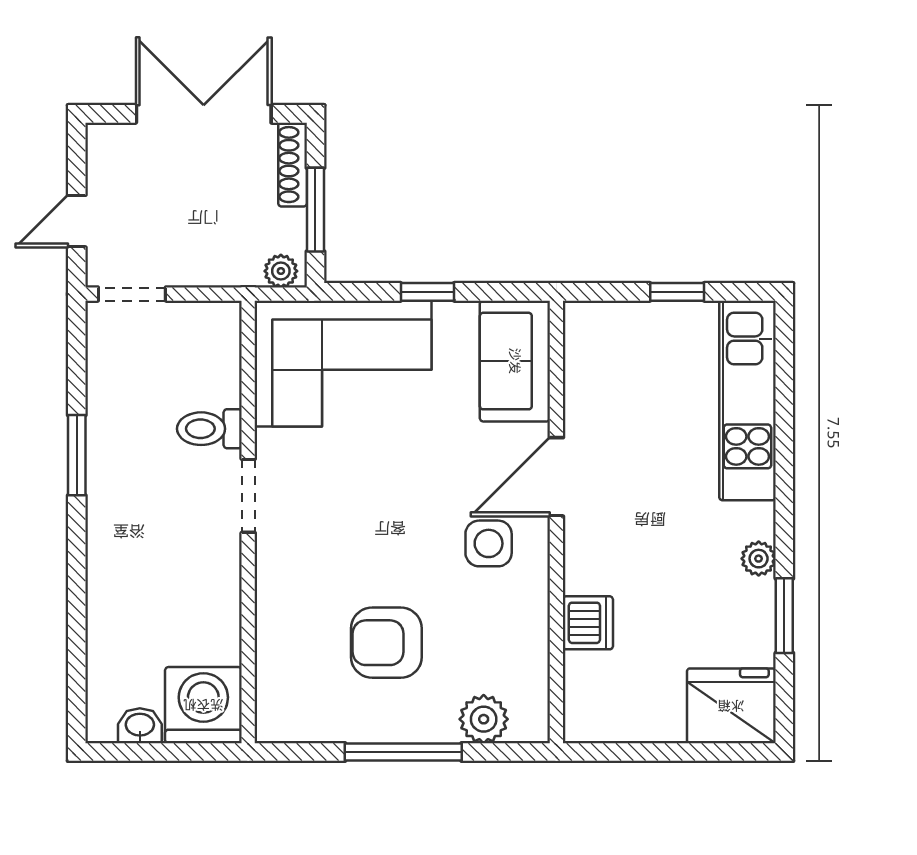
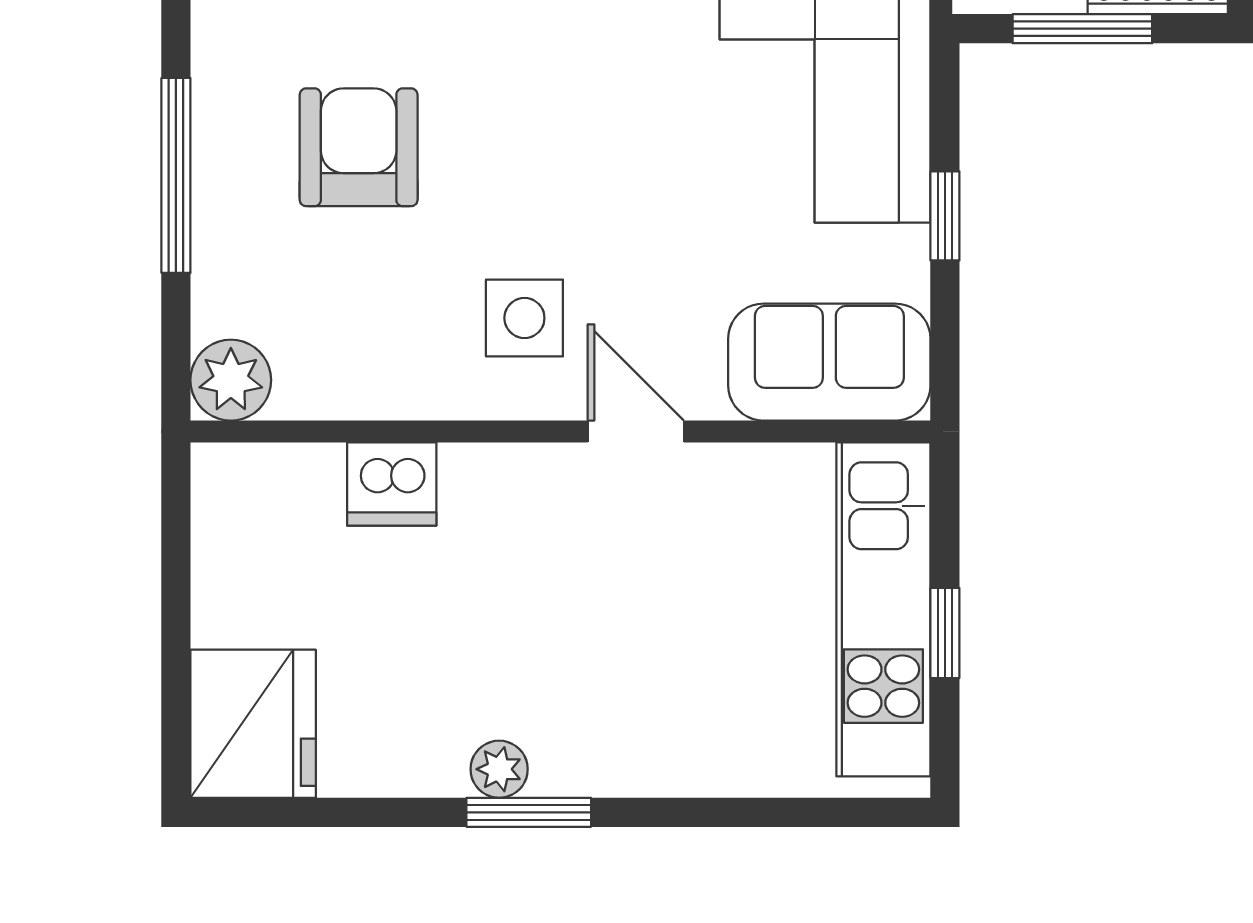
kitchen unit: (747, 400) -> (883, 609), moved, turned -90
door: (556, 477) -> (636, 431), width x0.73
window: (784, 616) -> (529, 812), moved
plant: (484, 719) -> (231, 380), moved

